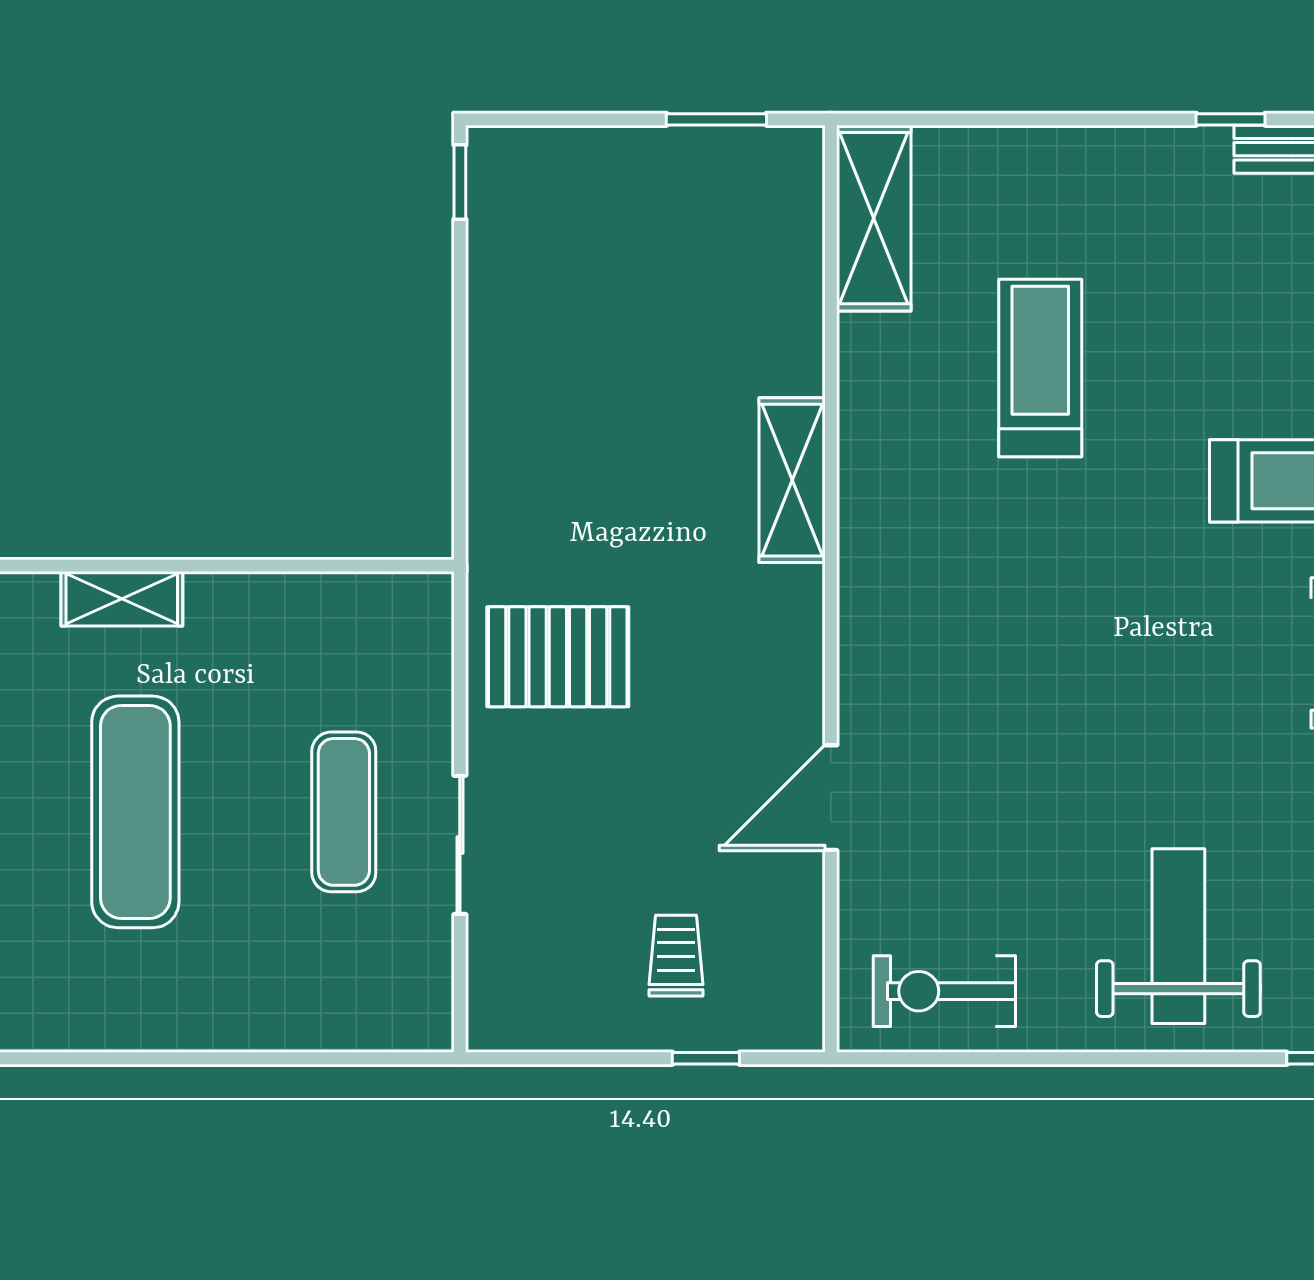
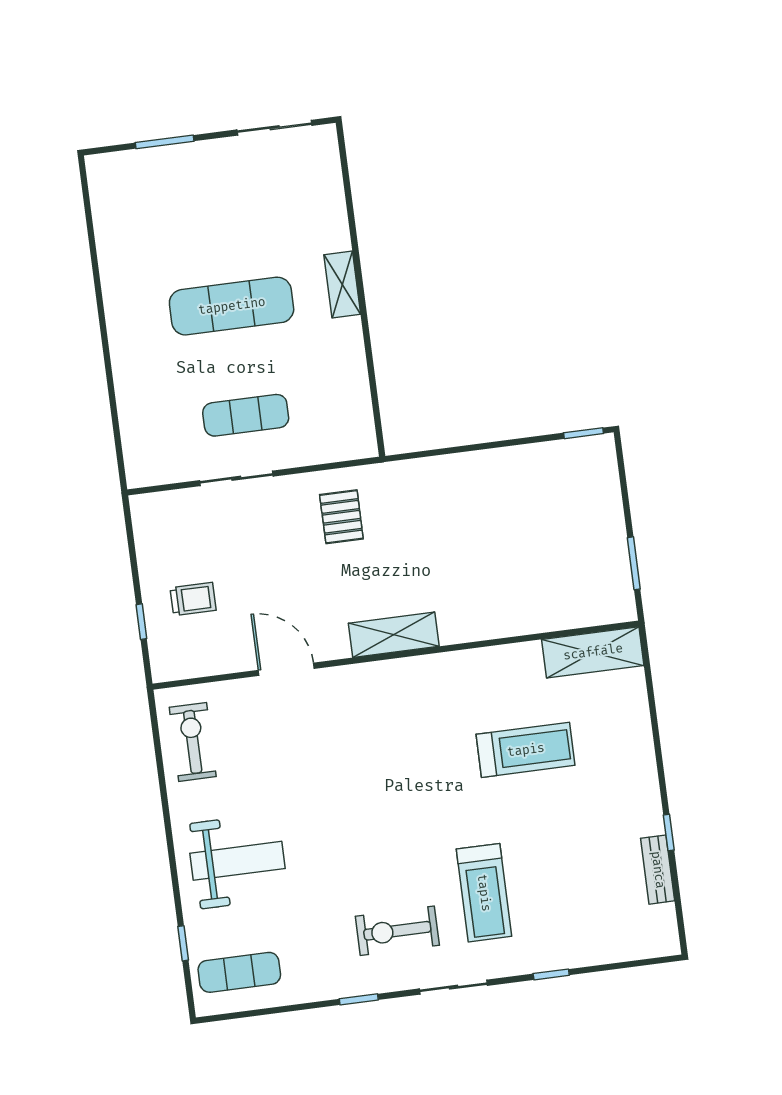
shelving: (792, 480) -> (394, 635), moved
pallet: (558, 657) -> (341, 517), width x0.67, depth x0.71

